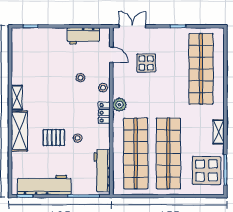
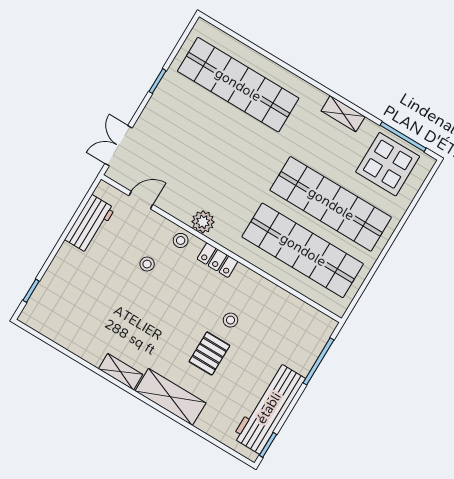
display table: (146, 63) -> (183, 158), removed
plant: (119, 105) -> (203, 222), moved
workbench: (102, 171) -> (298, 313), removed

